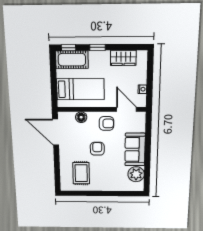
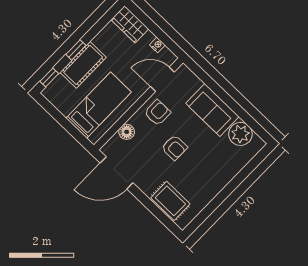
wardrobe: (123, 58) -> (130, 24), moved, turned 90
cot: (72, 60) -> (83, 65), moved
armchair: (97, 149) -> (174, 148), turned 180
rug: (81, 173) -> (170, 201), moved

